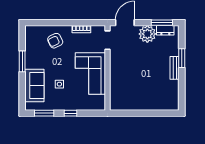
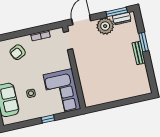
corner sofa: (90, 74) -> (62, 92), moved
window: (44, 113) -> (23, 125), removed

